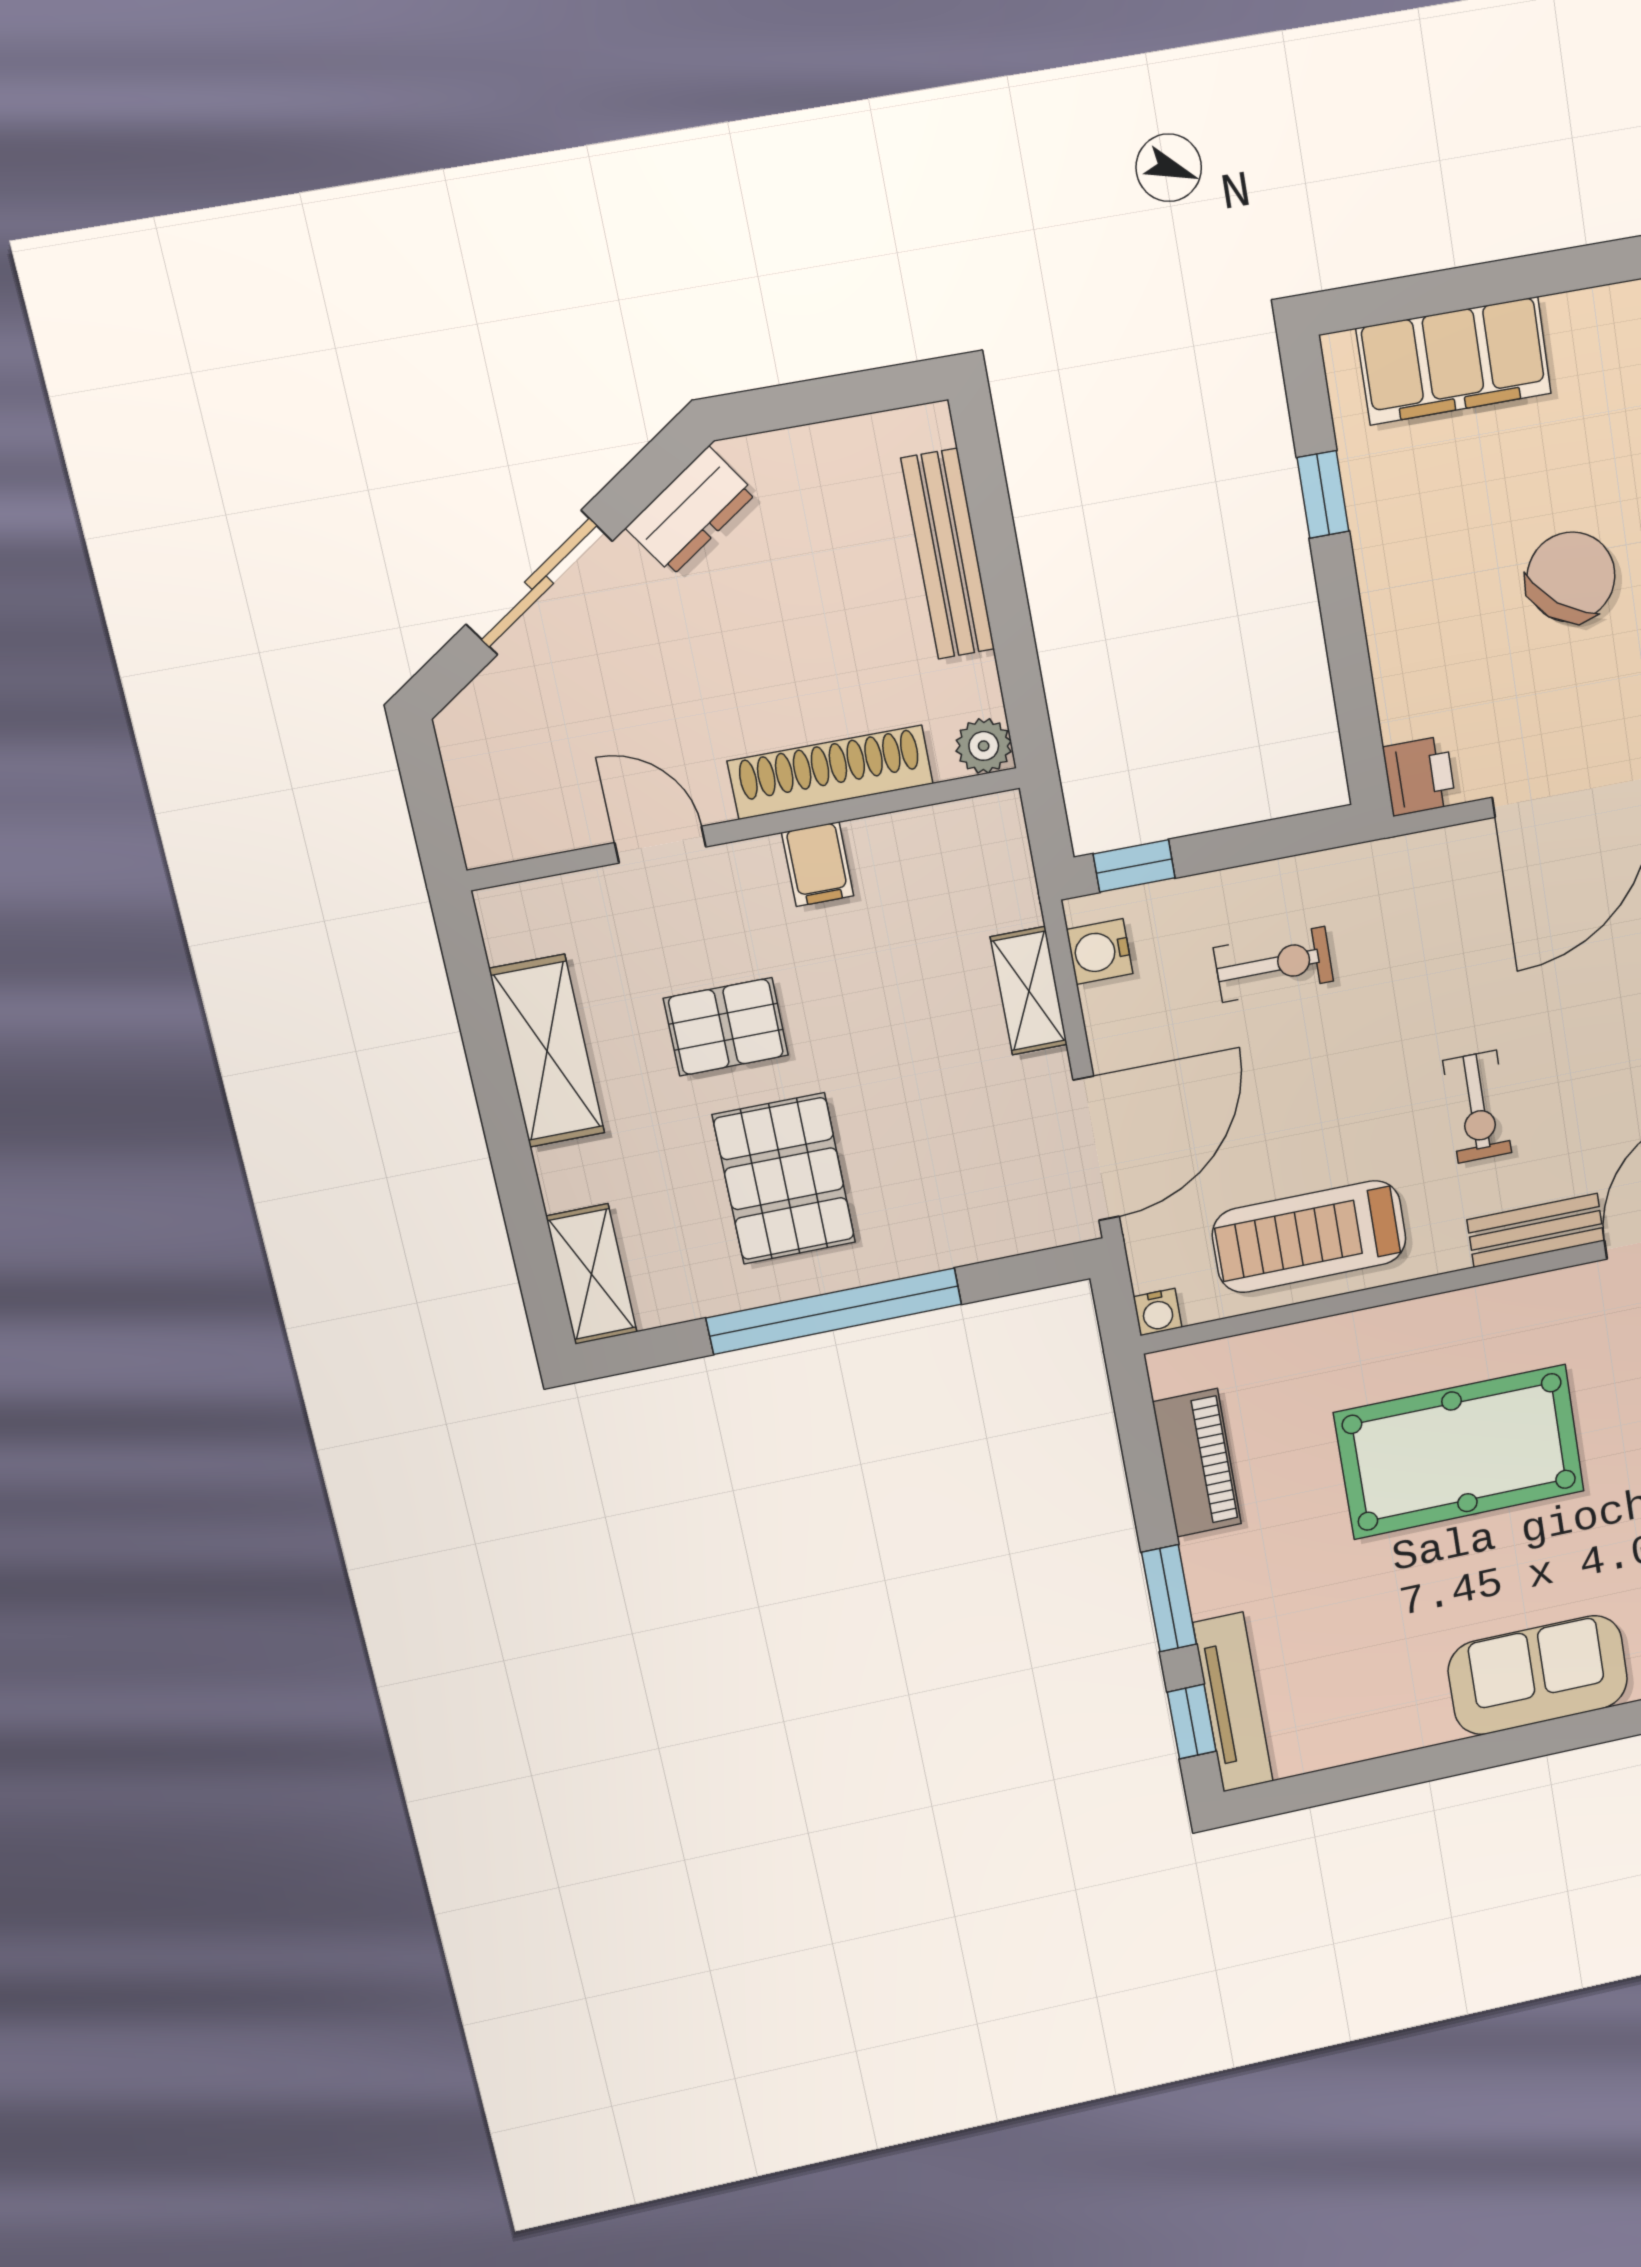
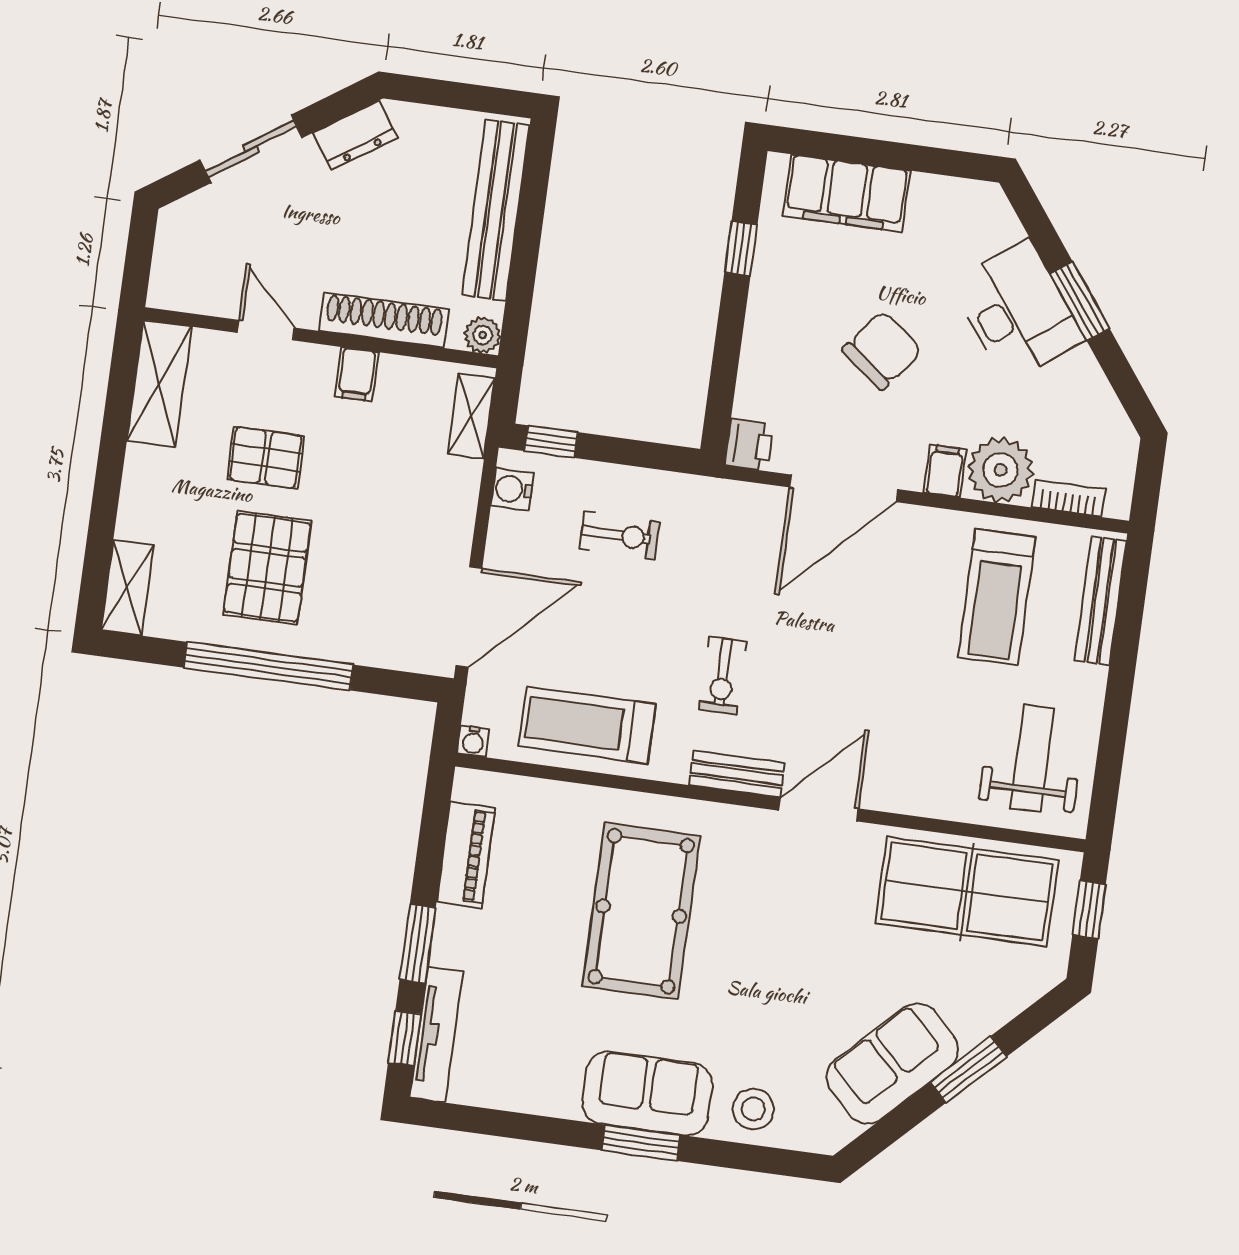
bench: (948, 554) -> (496, 210), width x1.37, depth x1.21
shelving: (1029, 991) -> (471, 416), moved
shelving: (547, 1051) -> (159, 384), moved
pool table: (1459, 1452) -> (641, 911), turned 90
window: (1548, 1738) -> (641, 1143), added

